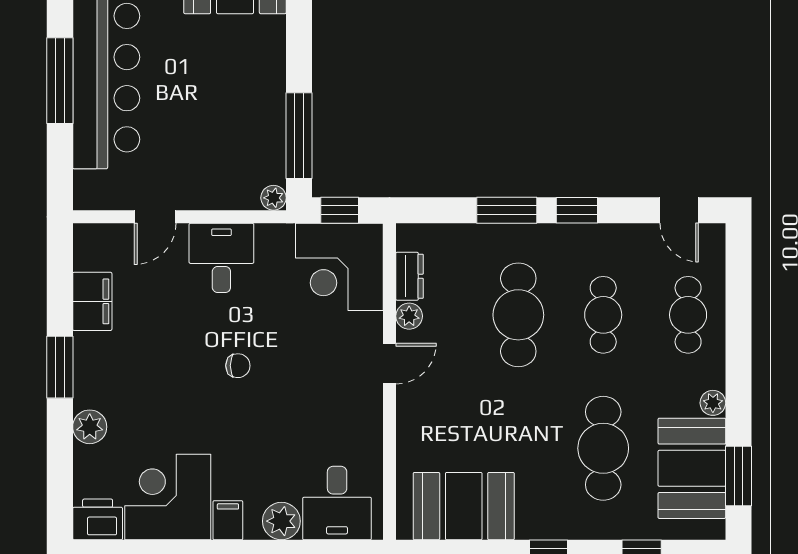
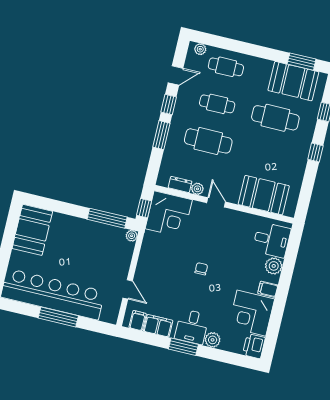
door: (679, 210) -> (176, 75), moved
filing cabinet: (93, 254) -> (138, 321), added
desk: (221, 258) -> (192, 327), moved, turned -90
plant: (713, 403) -> (200, 49), moved
booth: (464, 506) -> (264, 195), moved, turned 90

